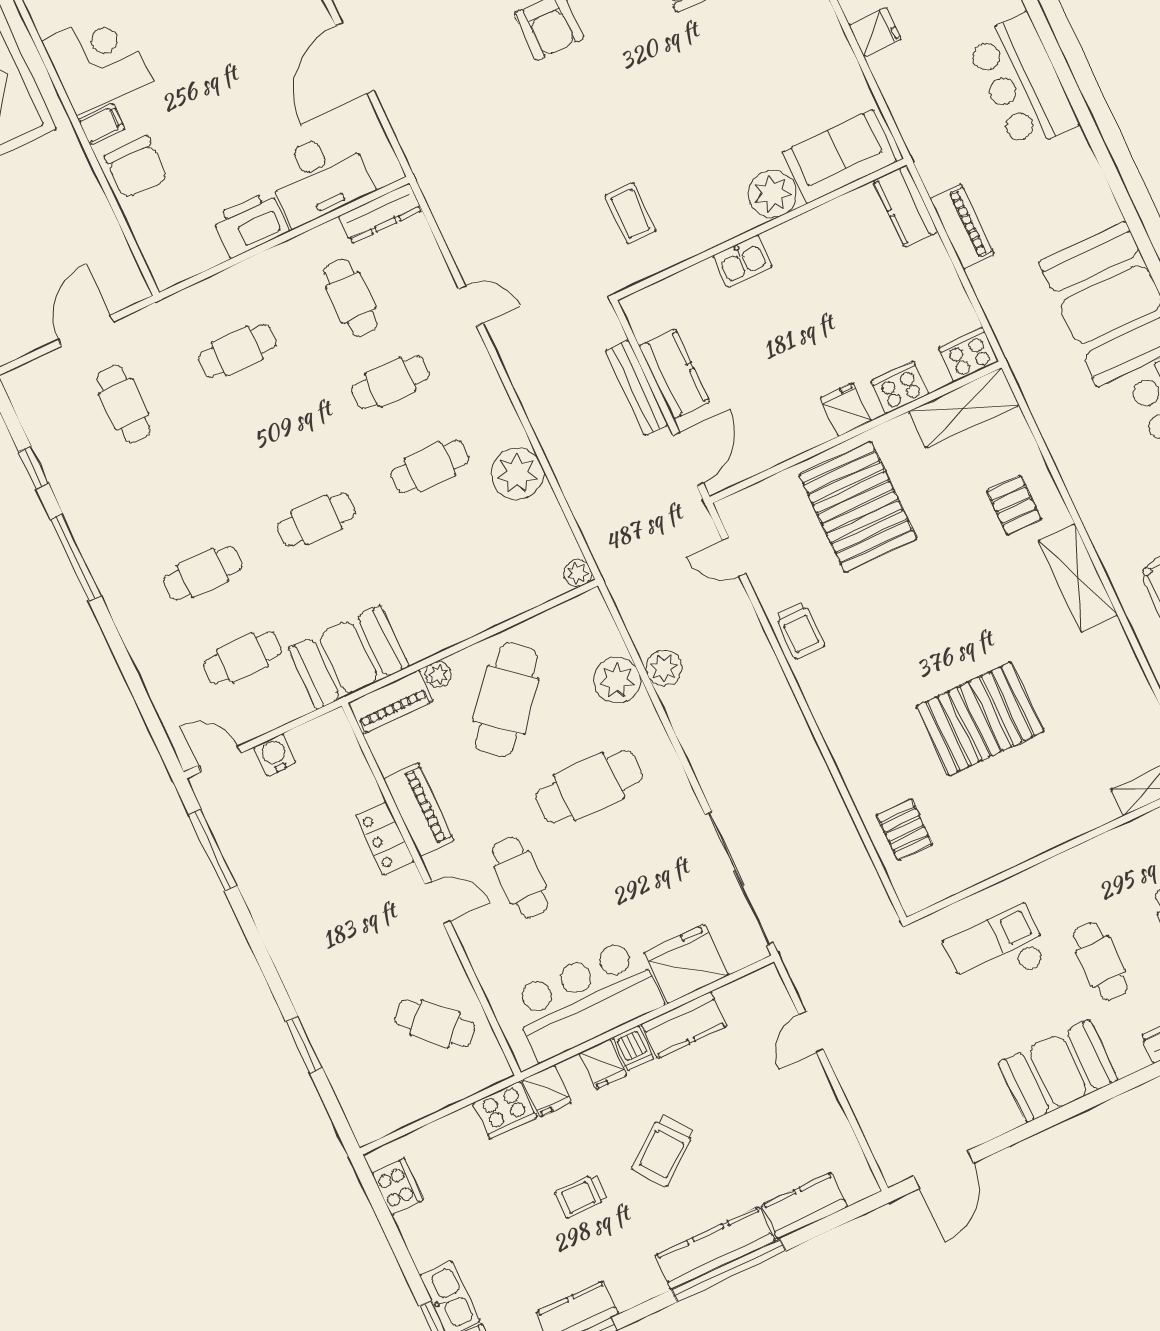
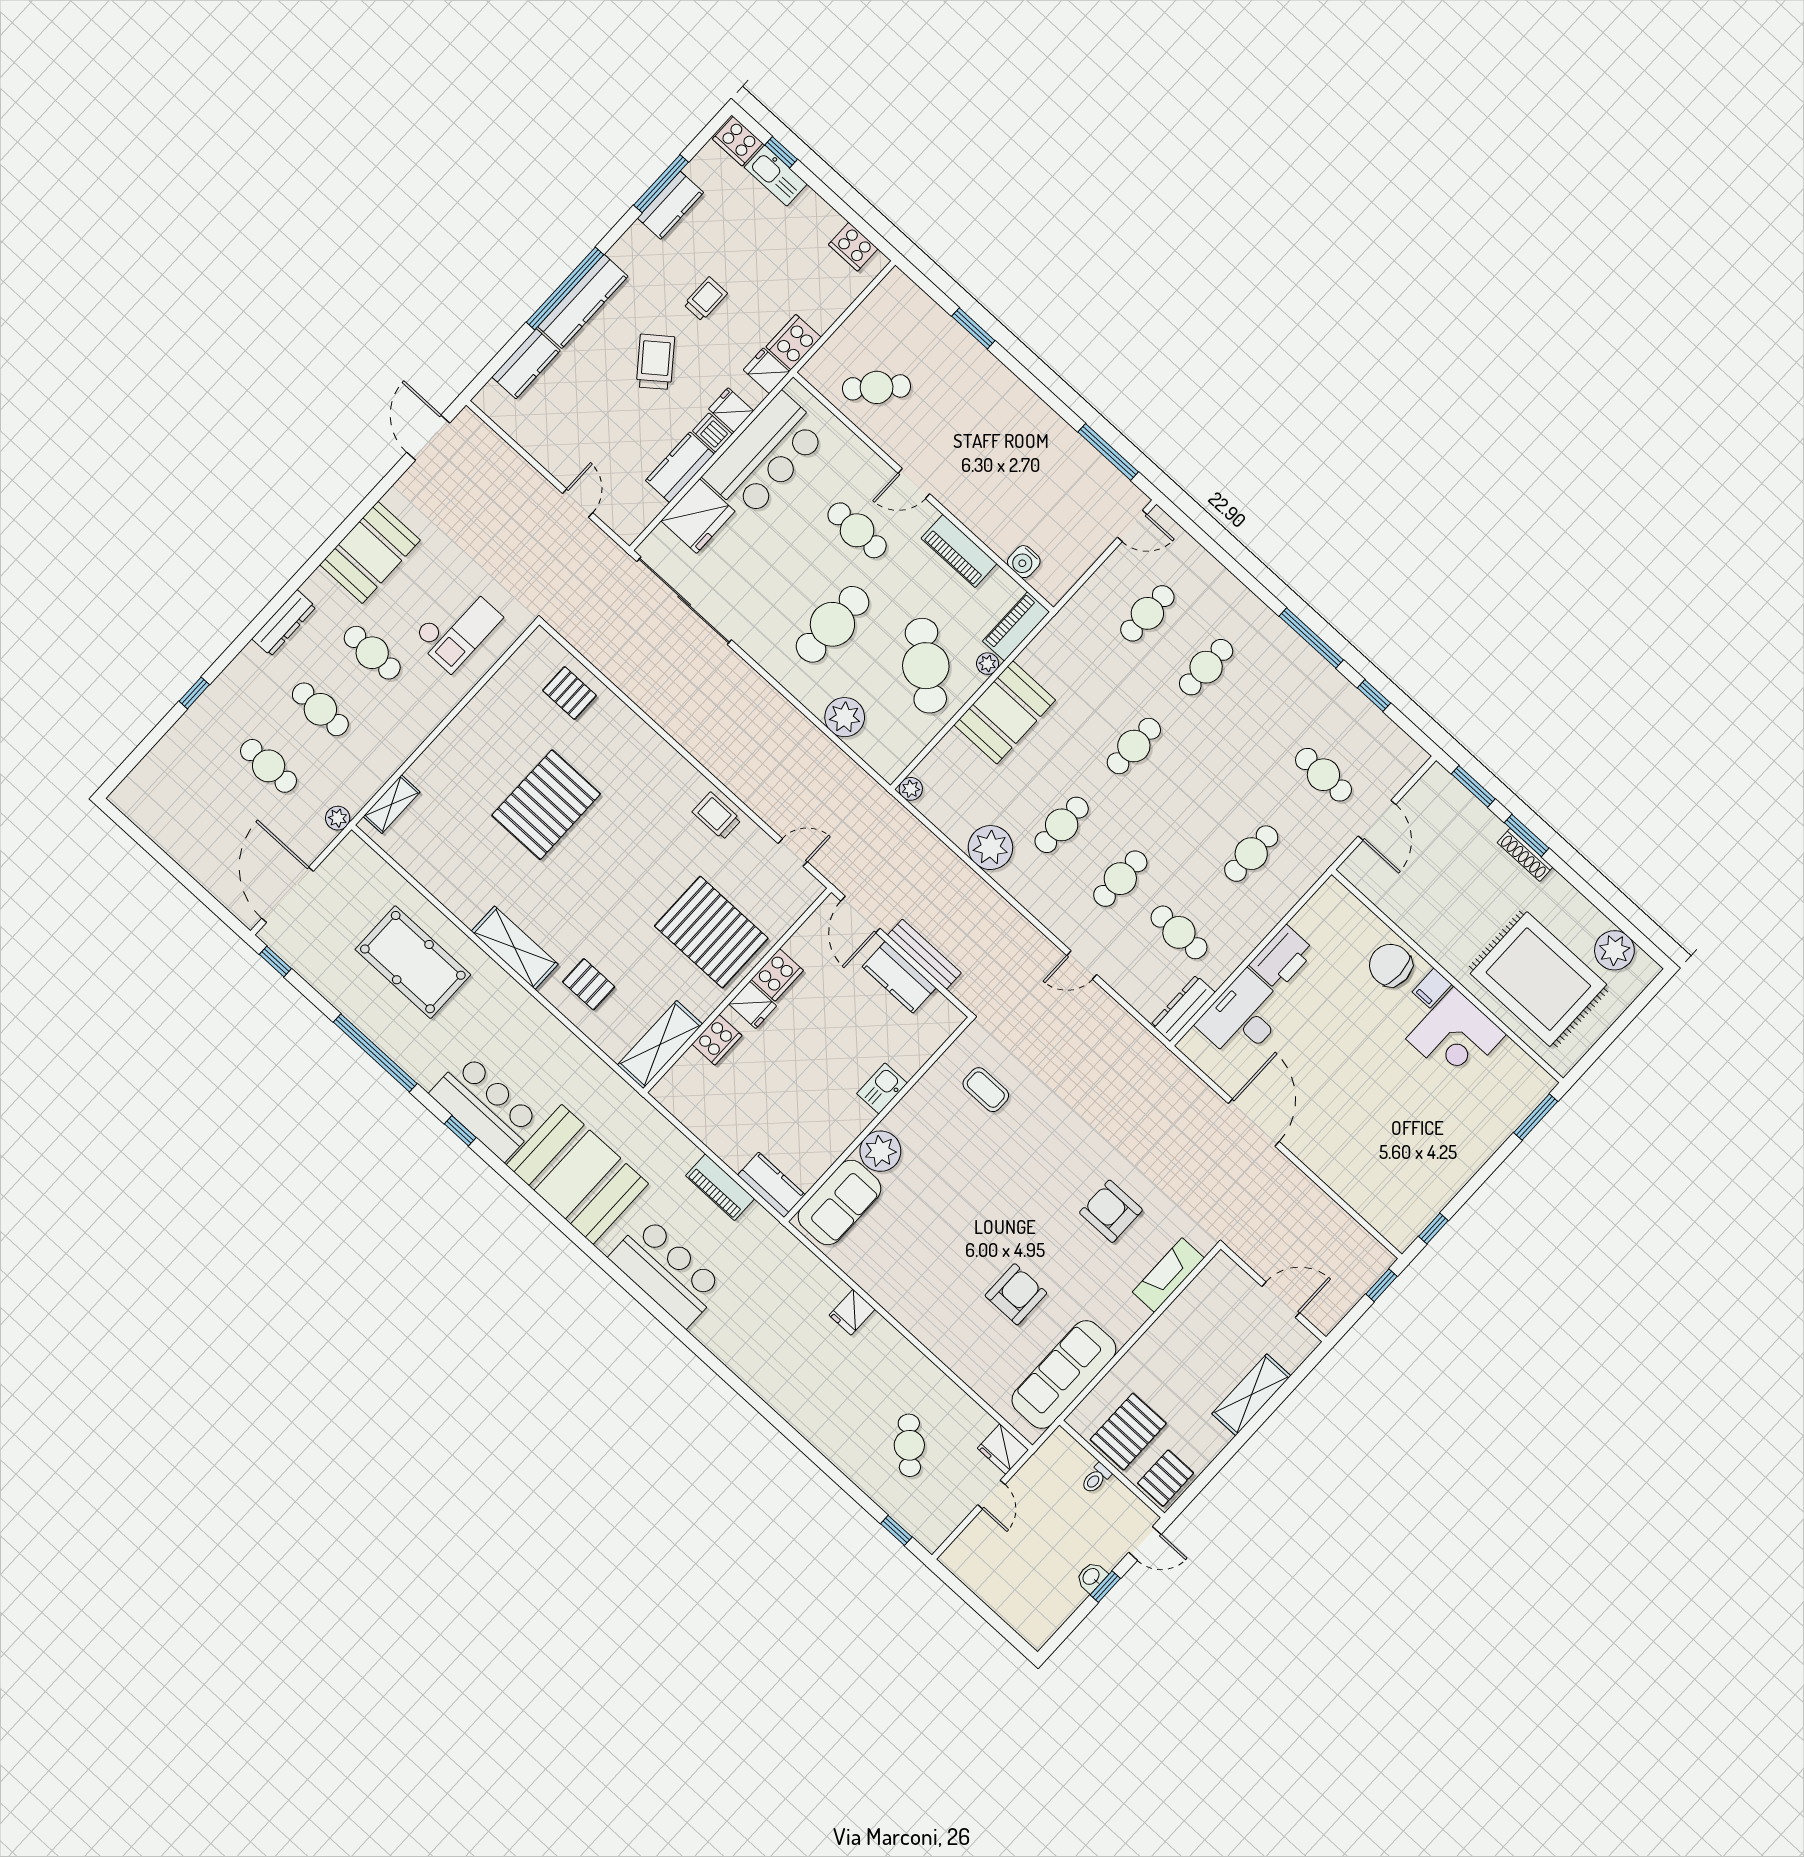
bar counter: (1022, 82) -> (667, 1272), moved
cooker: (968, 355) -> (777, 975), moved
booth: (348, 657) -> (1005, 712), moved
plant: (664, 668) -> (812, 742), removed
water cooler: (275, 755) -> (1024, 562), moved, turned 90
locker: (385, 839) -> (976, 517), removed

